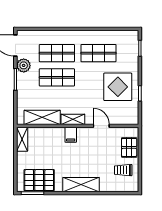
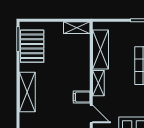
door: (101, 126) -> (91, 114), hinge flipped
filing cabinet: (71, 135) -> (82, 97), moved

